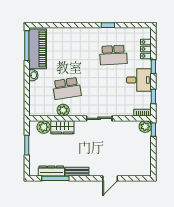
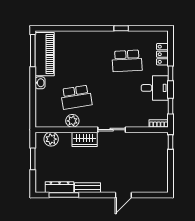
wardrobe: (62, 127) -> (85, 139), moved
plant: (145, 127) -> (162, 139), removed

